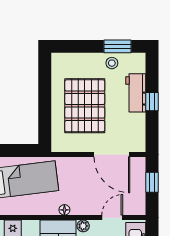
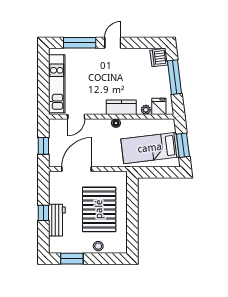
stool: (112, 63) -> (98, 246), moved
door: (112, 154) -> (77, 169), hinge flipped
plant: (83, 226) -> (146, 110), moved

